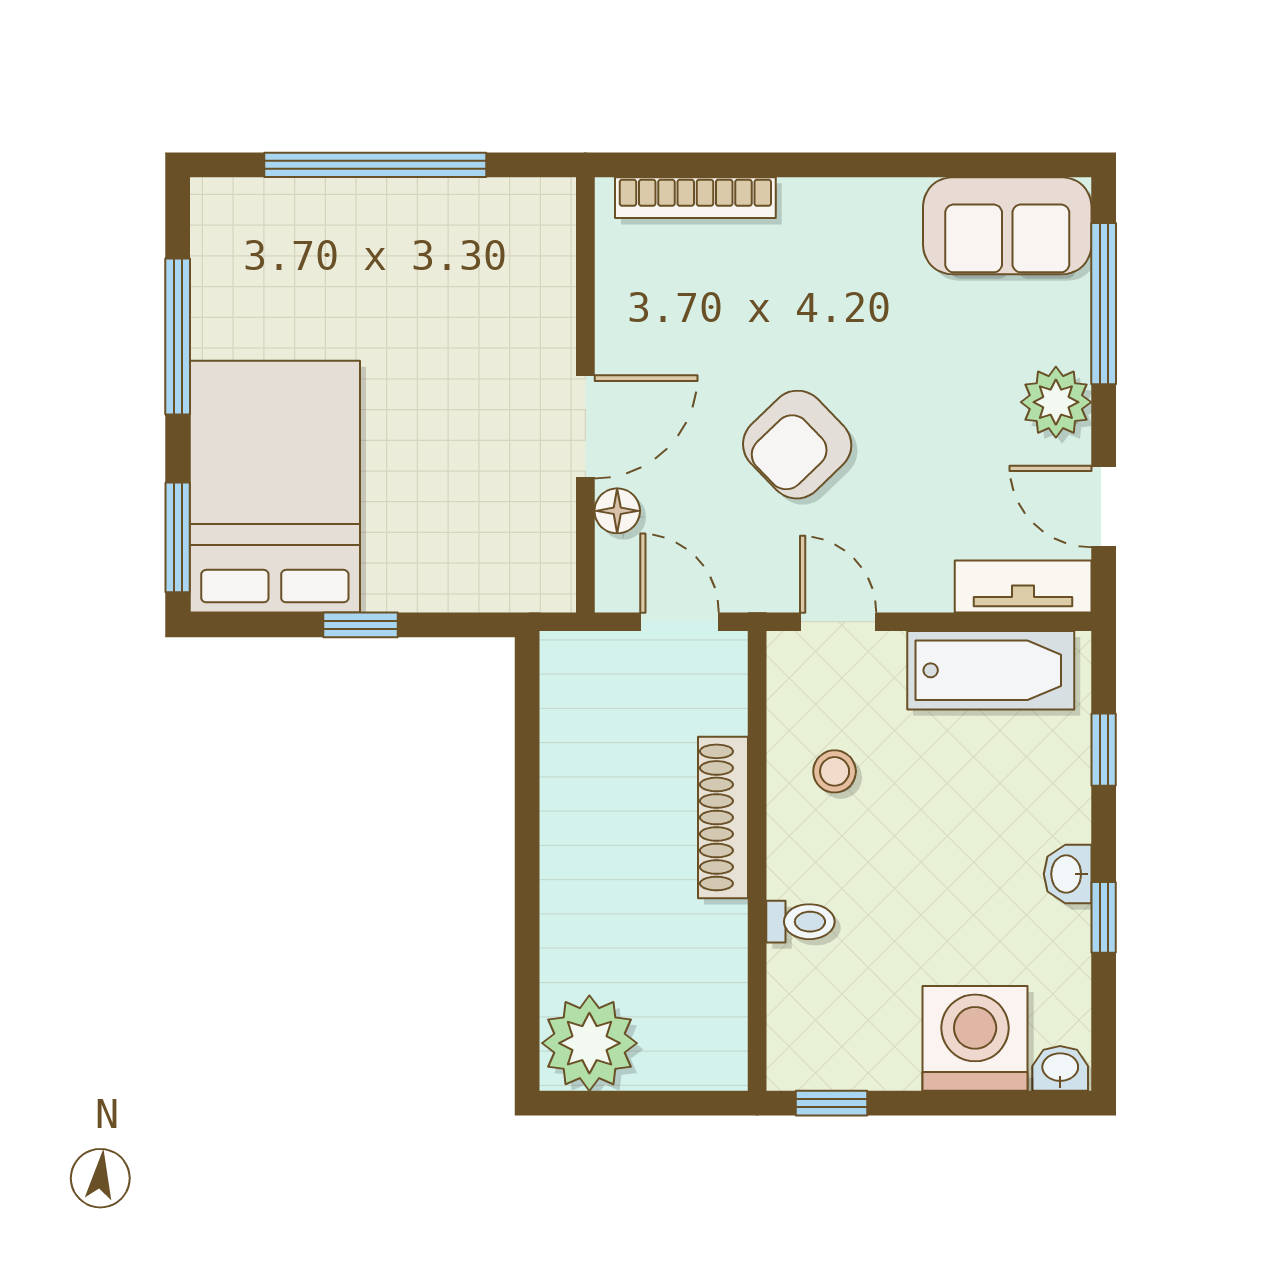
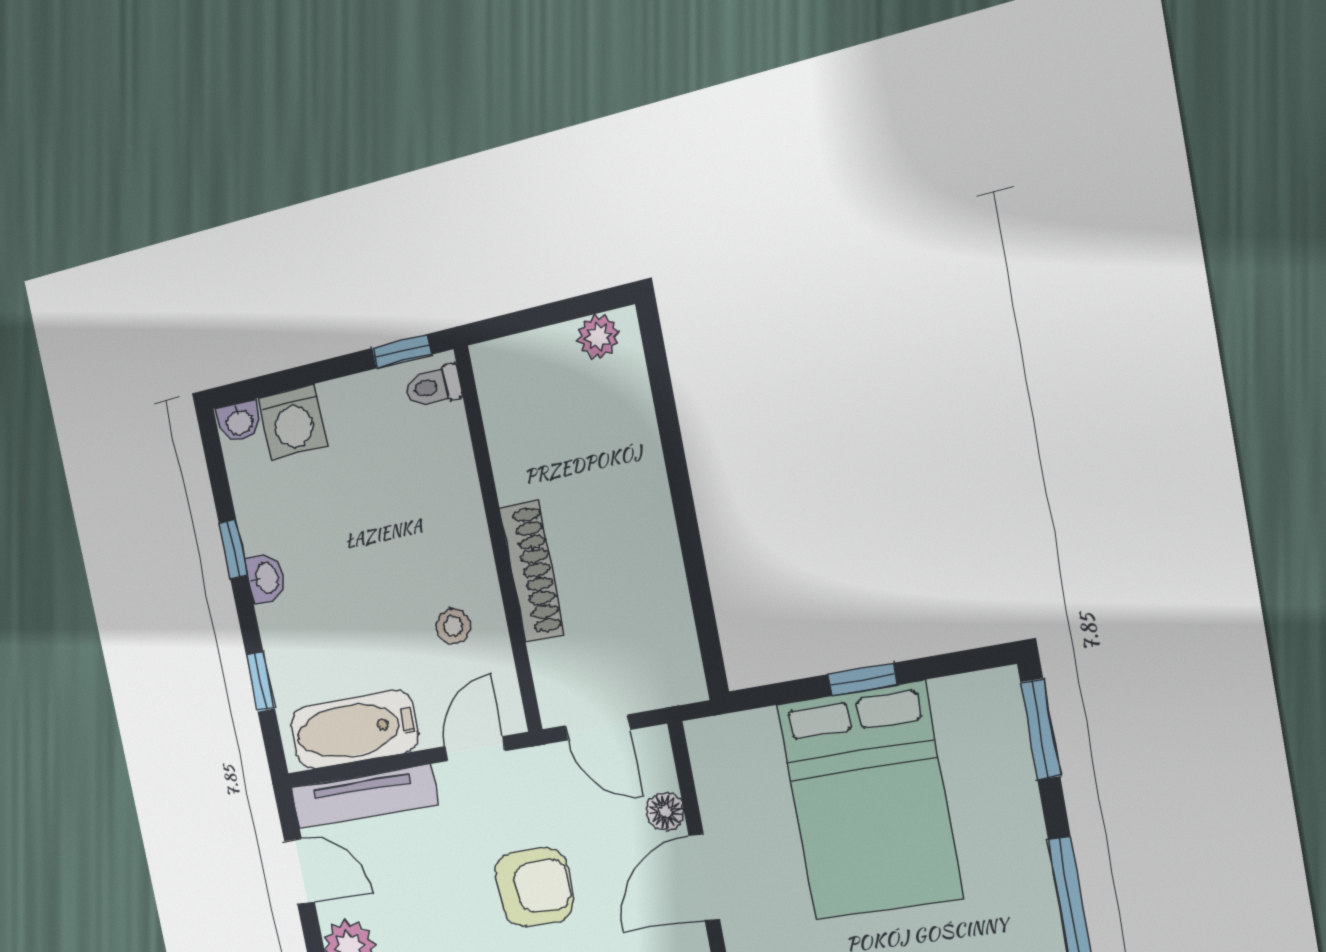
armchair: (797, 445) -> (534, 887), turned 44
bed: (275, 487) -> (869, 801), moved
tv unit: (1023, 586) -> (364, 797), width x1.41
door: (838, 622) -> (475, 749), swing flipped
toilet: (800, 922) -> (433, 386), moved
washing machine: (975, 1038) -> (293, 422), width x0.73, depth x0.73
plant: (589, 1043) -> (598, 336), width x0.53, depth x0.53

